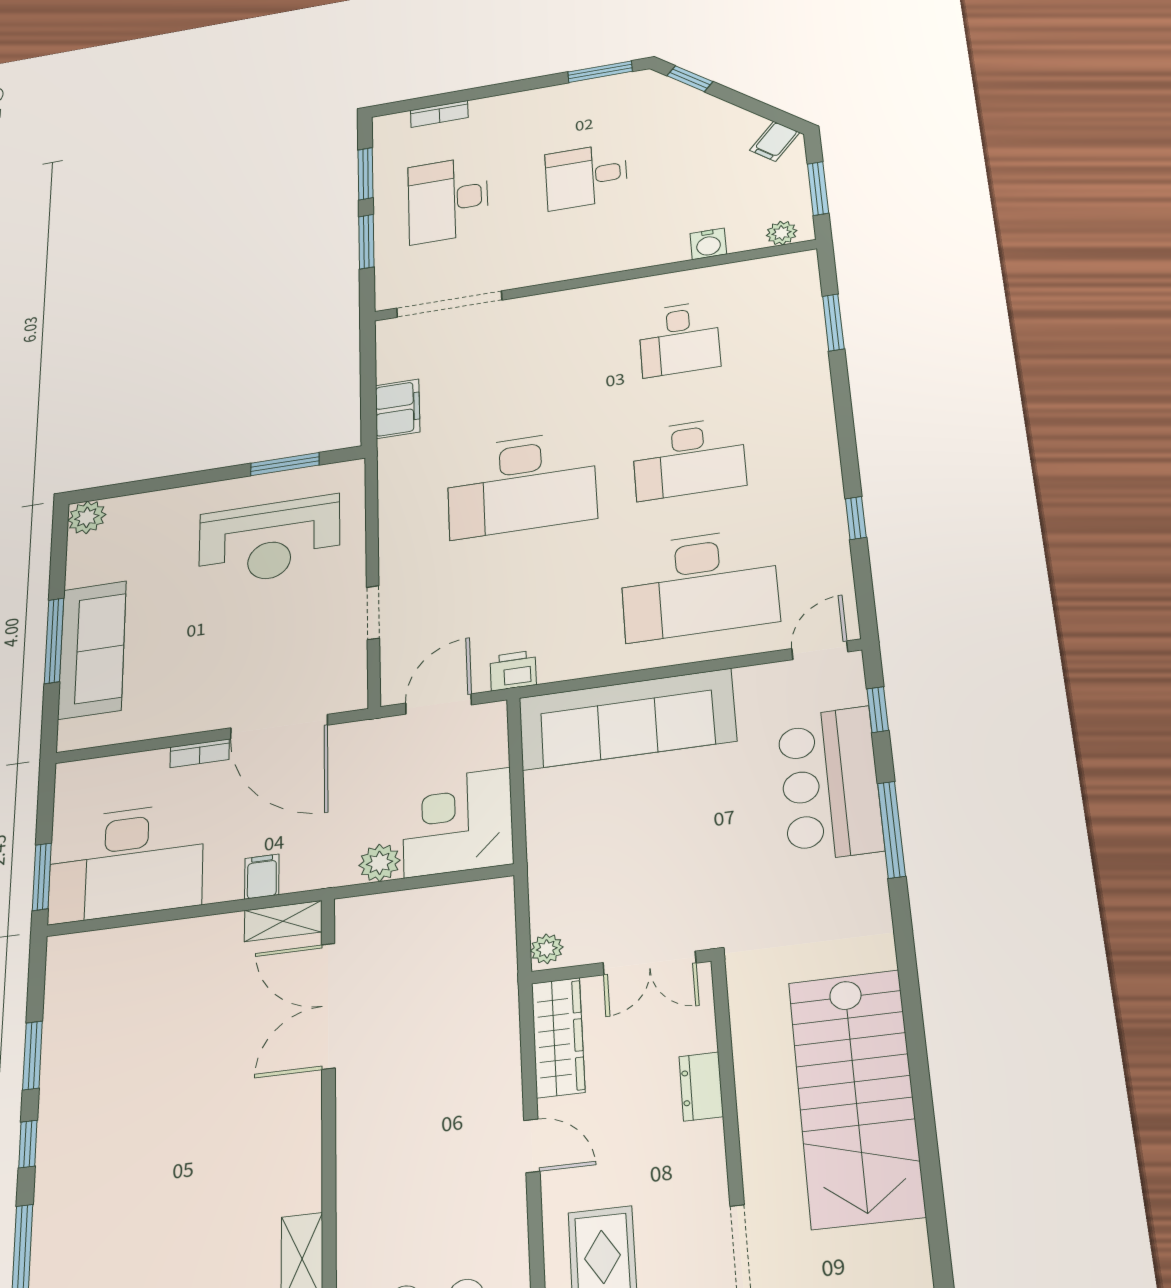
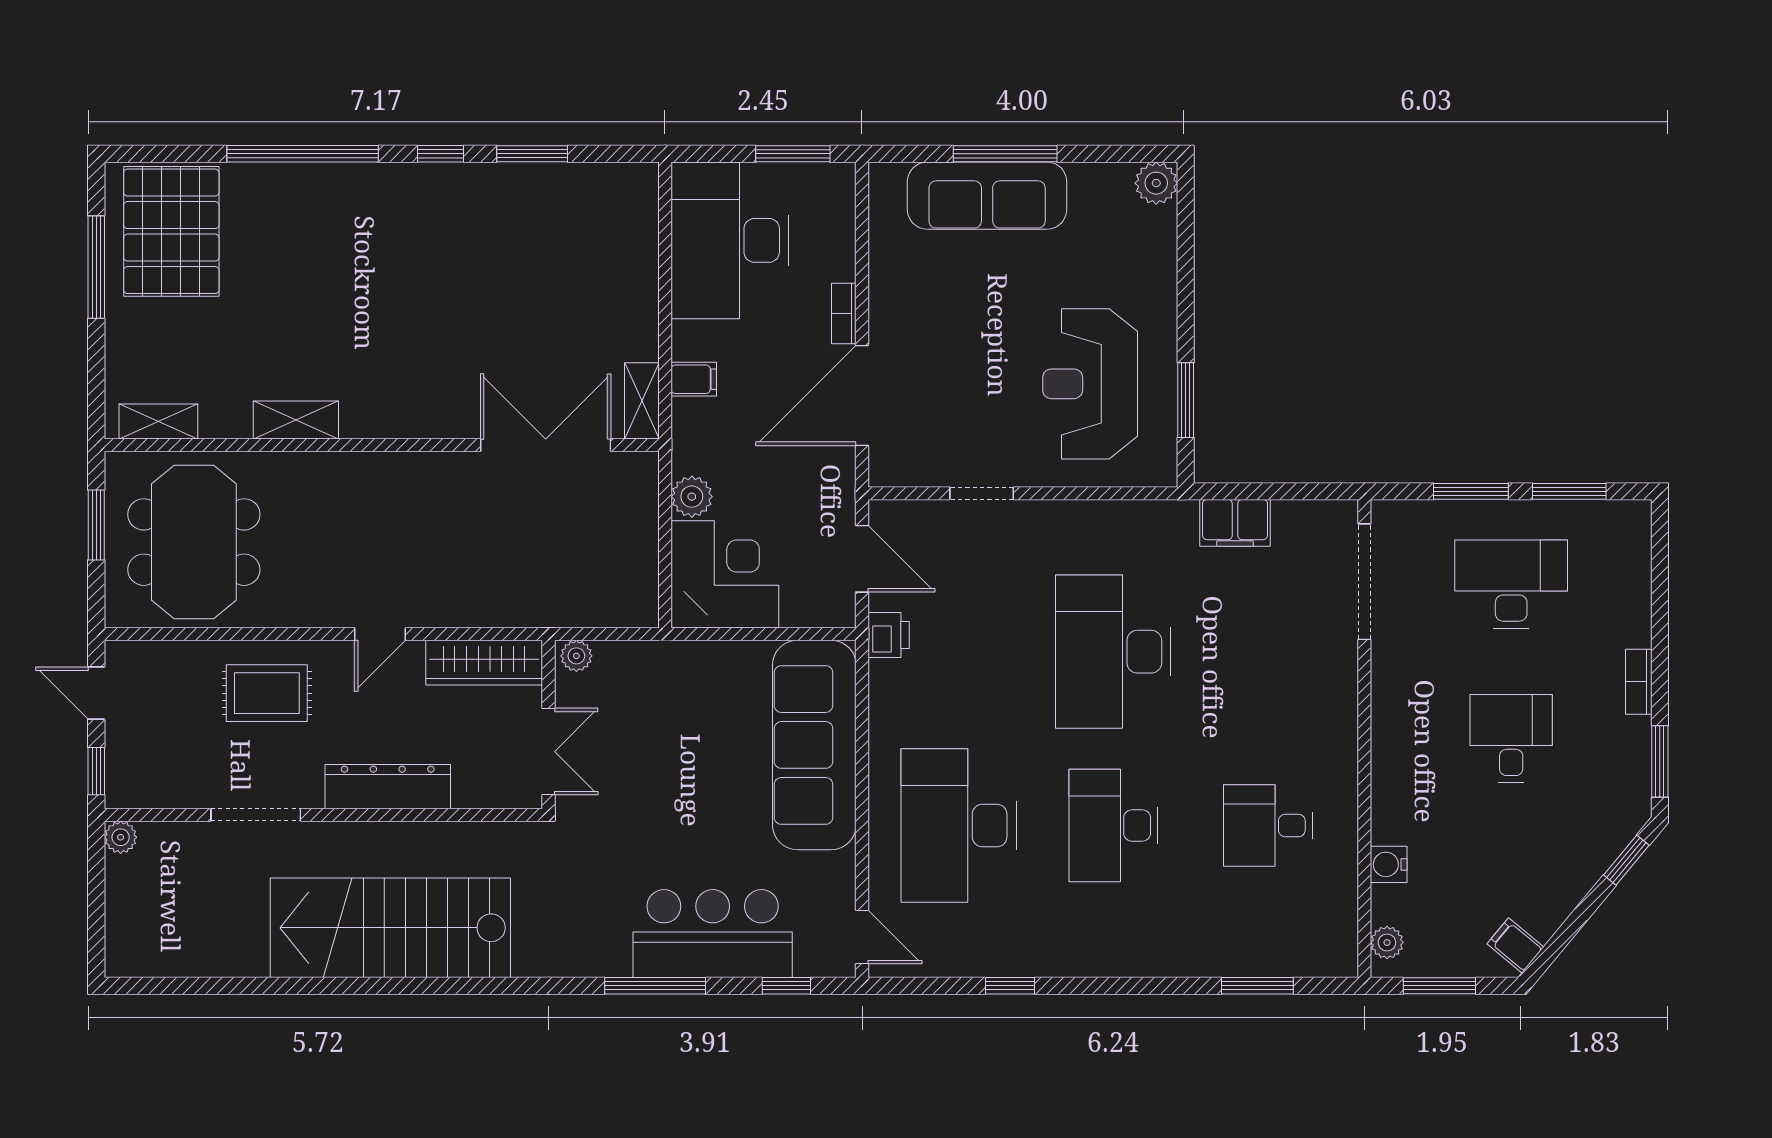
bookcase: (439, 114) -> (1639, 682), moved
window: (42, 877) -> (793, 154), moved
double door: (649, 963) -> (548, 752), swing flipped
dresser: (701, 1086) -> (388, 787), width x1.96, depth x1.24

